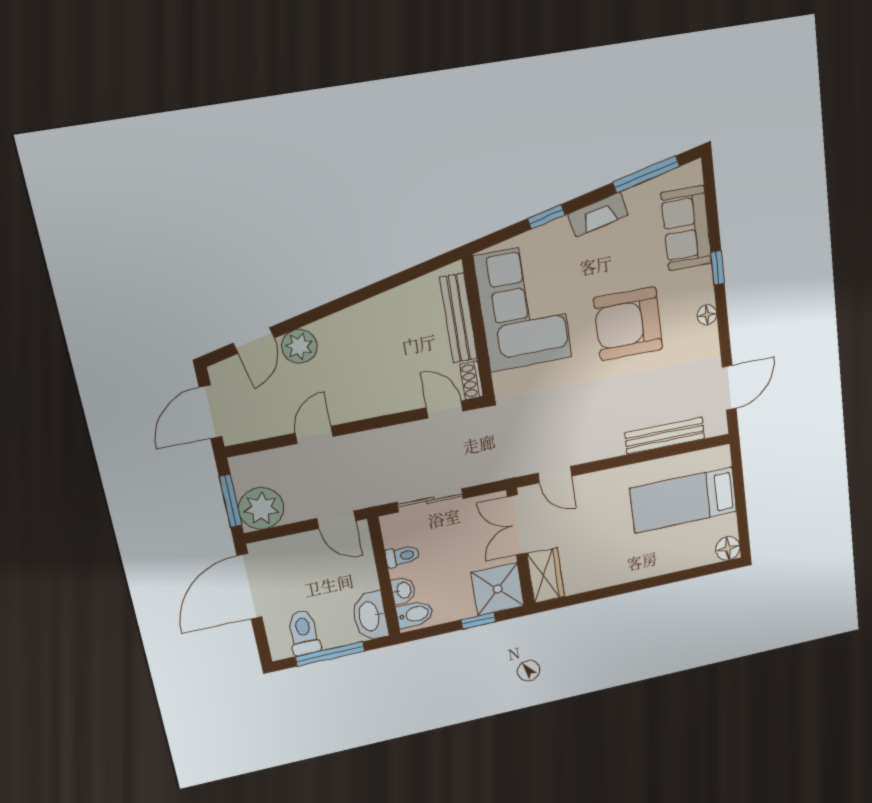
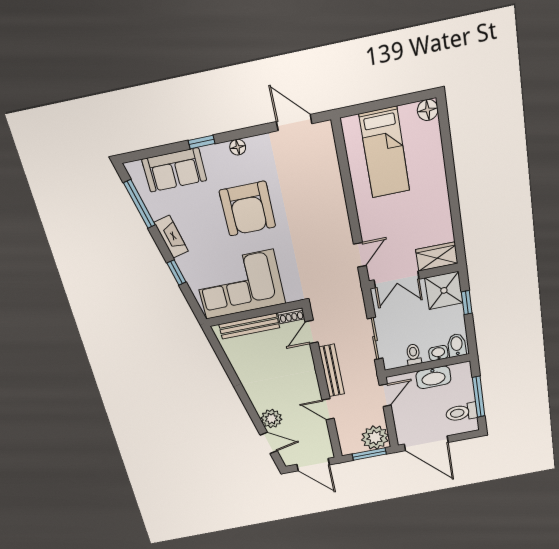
bench: (665, 436) -> (332, 371), moved
washbasin: (370, 616) -> (433, 377), moved

